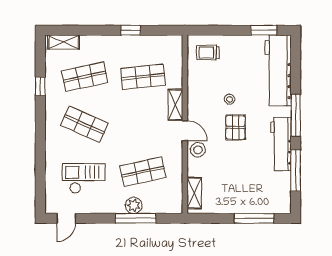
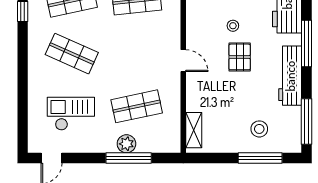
shelving: (175, 105) -> (173, 32), removed
stool: (198, 150) -> (259, 129), moved
window: (296, 170) -> (306, 121), moved

